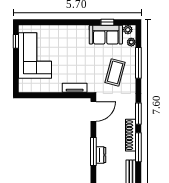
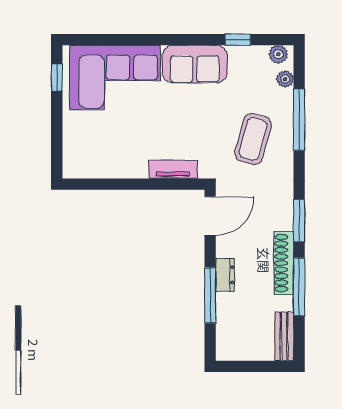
sofa: (106, 35) -> (195, 64), moved
corner sofa: (35, 56) -> (115, 77), moved, turned 90
dresser: (101, 155) -> (225, 275), moved

